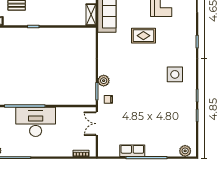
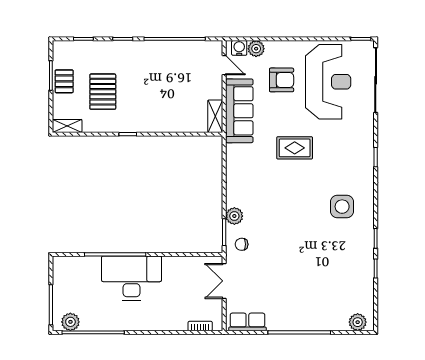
row of seats: (132, 151) -> (247, 322), moved

